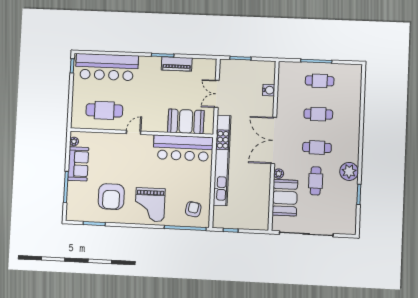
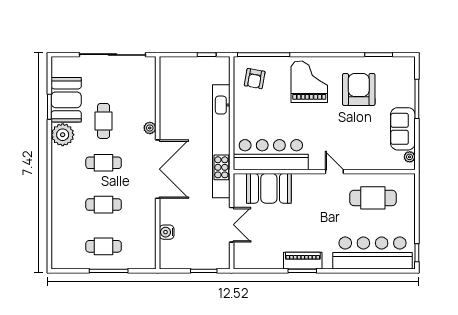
piano: (177, 64) -> (303, 261), moved
door: (134, 132) -> (334, 172), swing flipped
booth: (285, 198) -> (66, 100), moved

